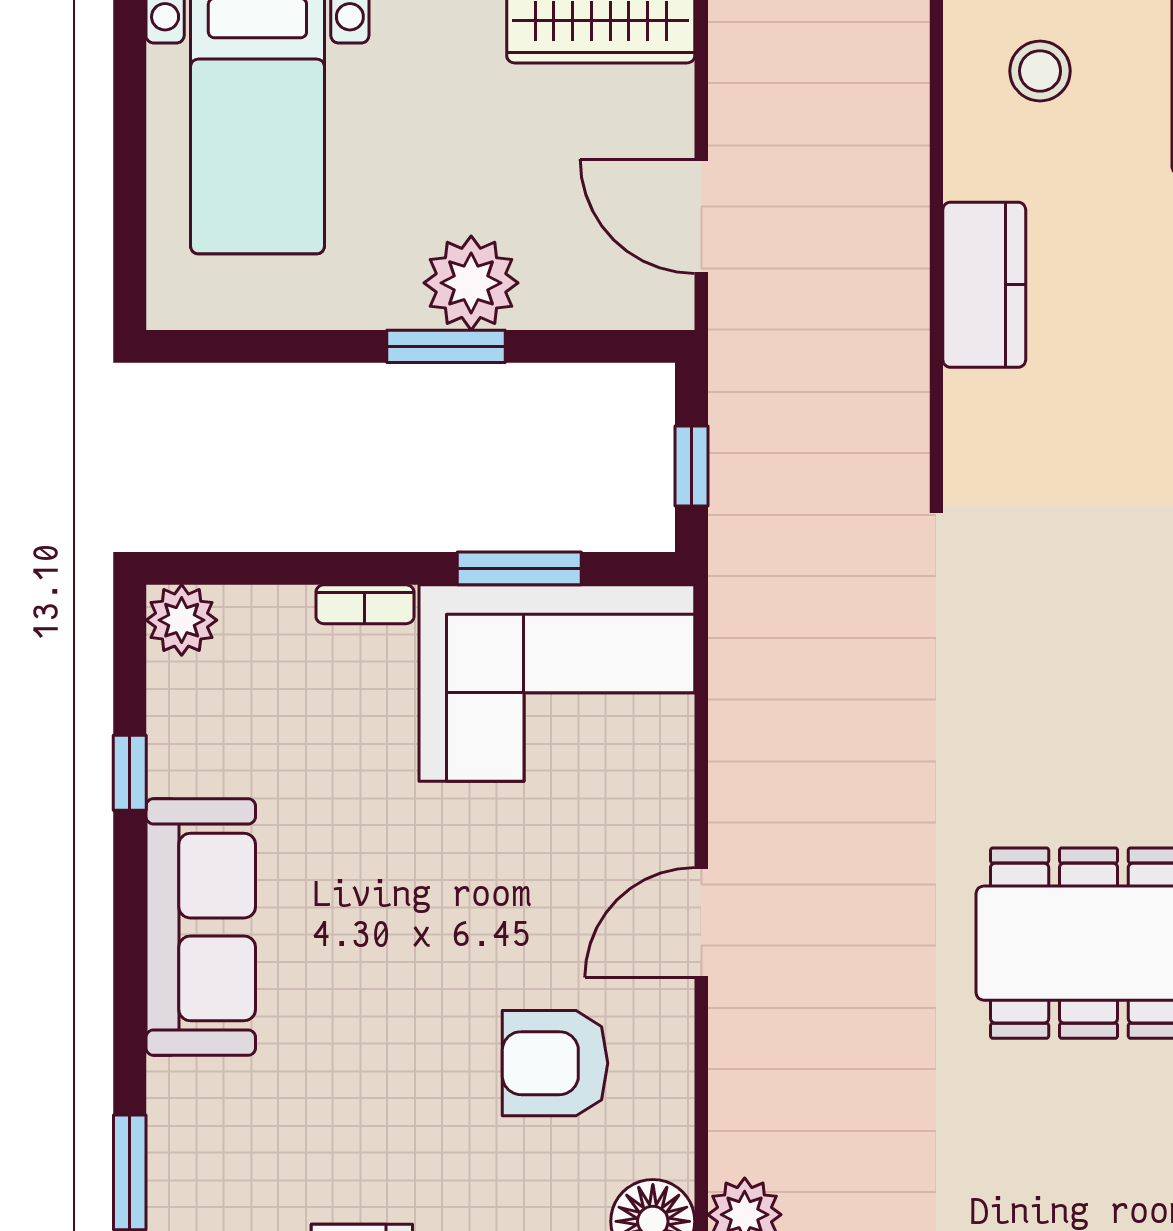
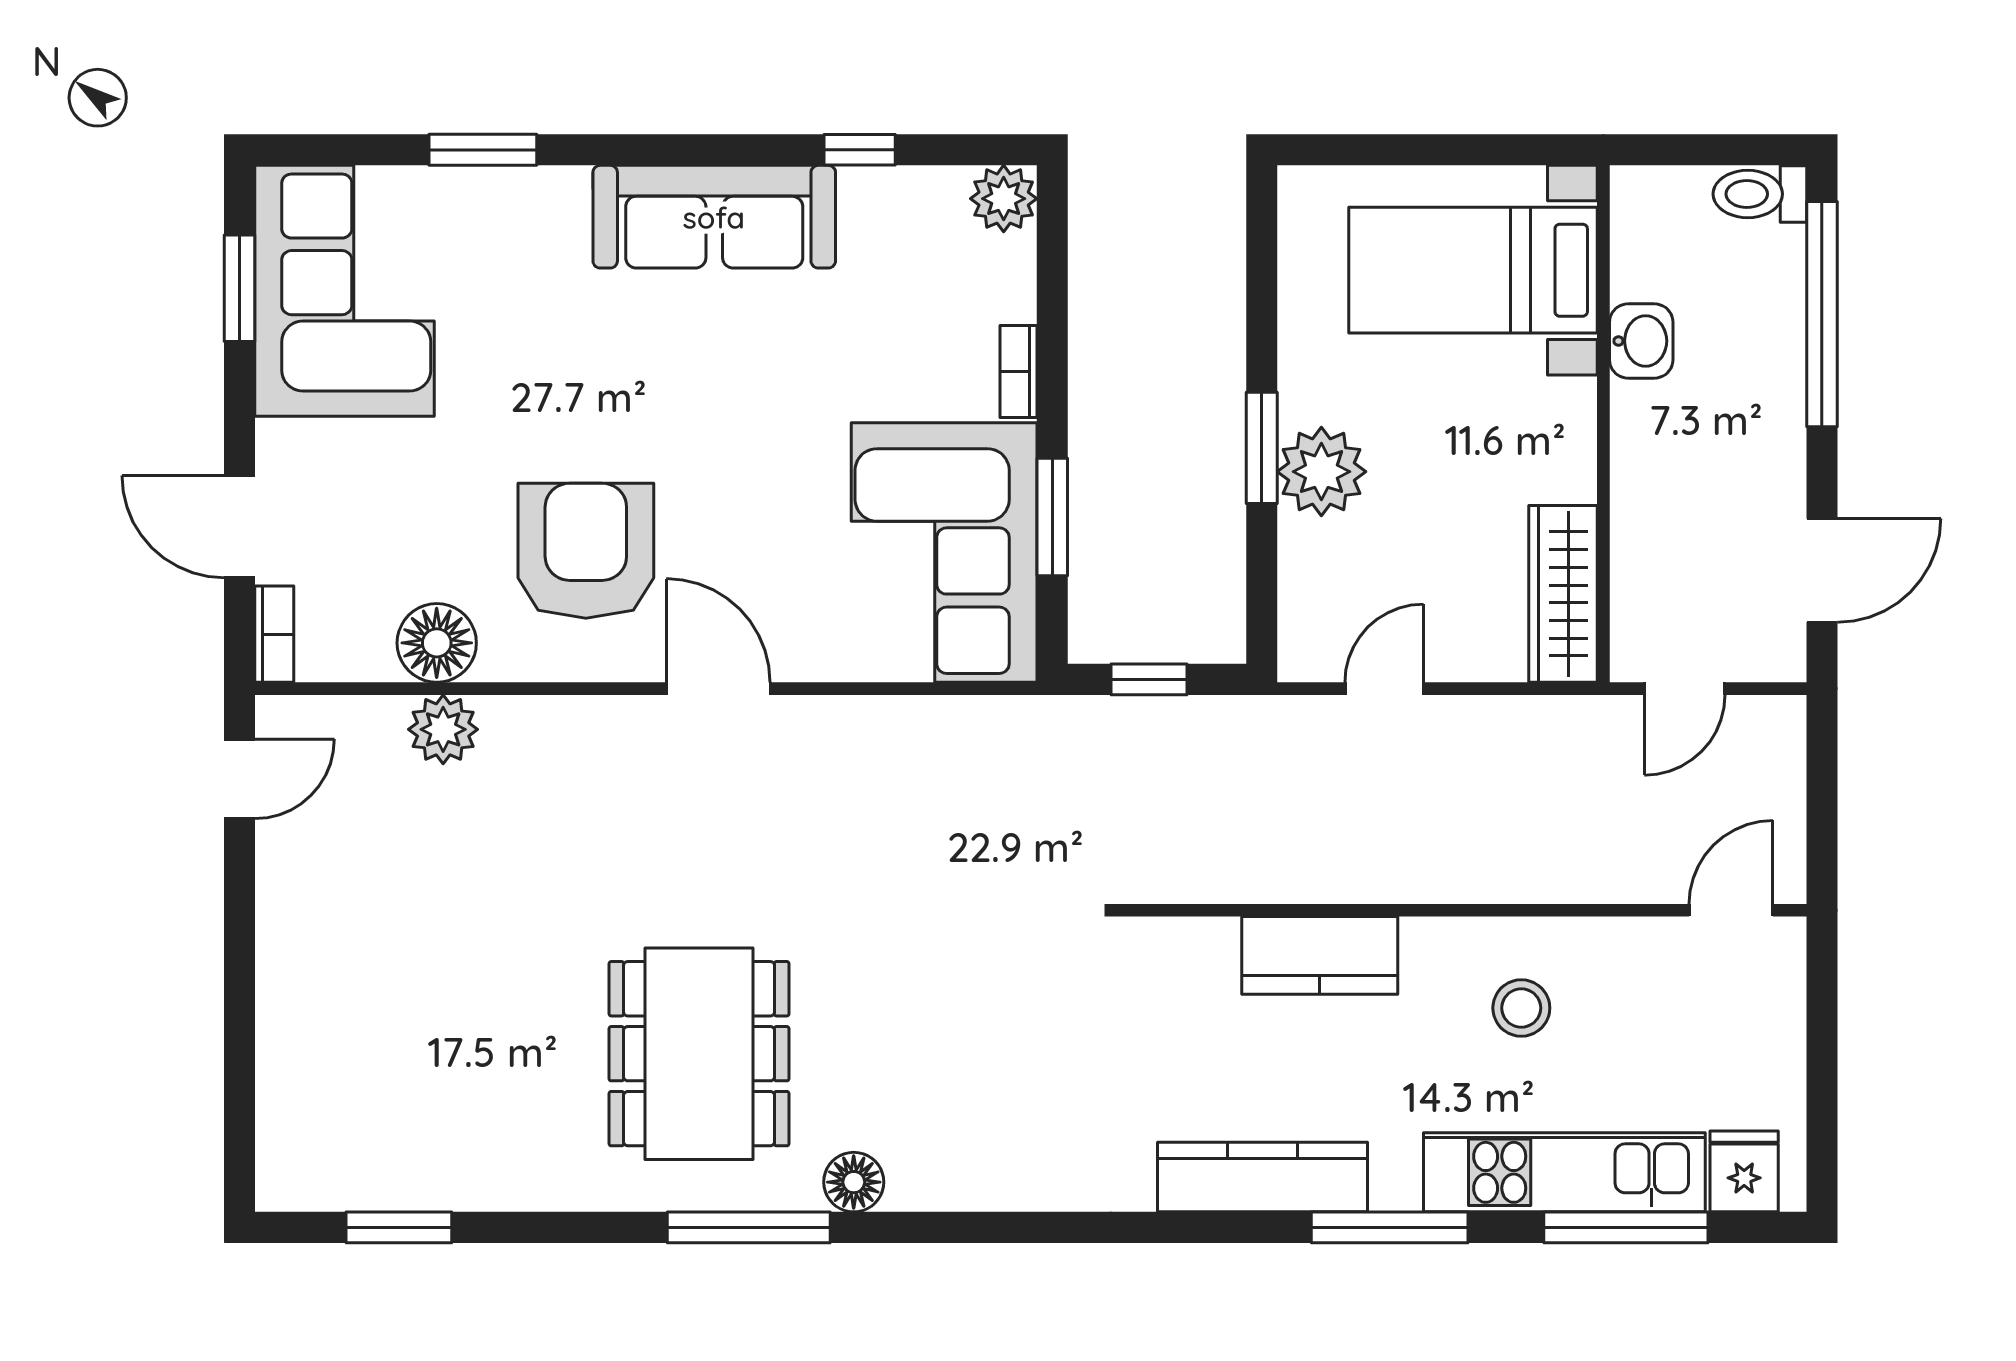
door: (701, 216) -> (1384, 689), width x0.73
armchair: (555, 1063) -> (586, 551), width x1.36, depth x1.36

